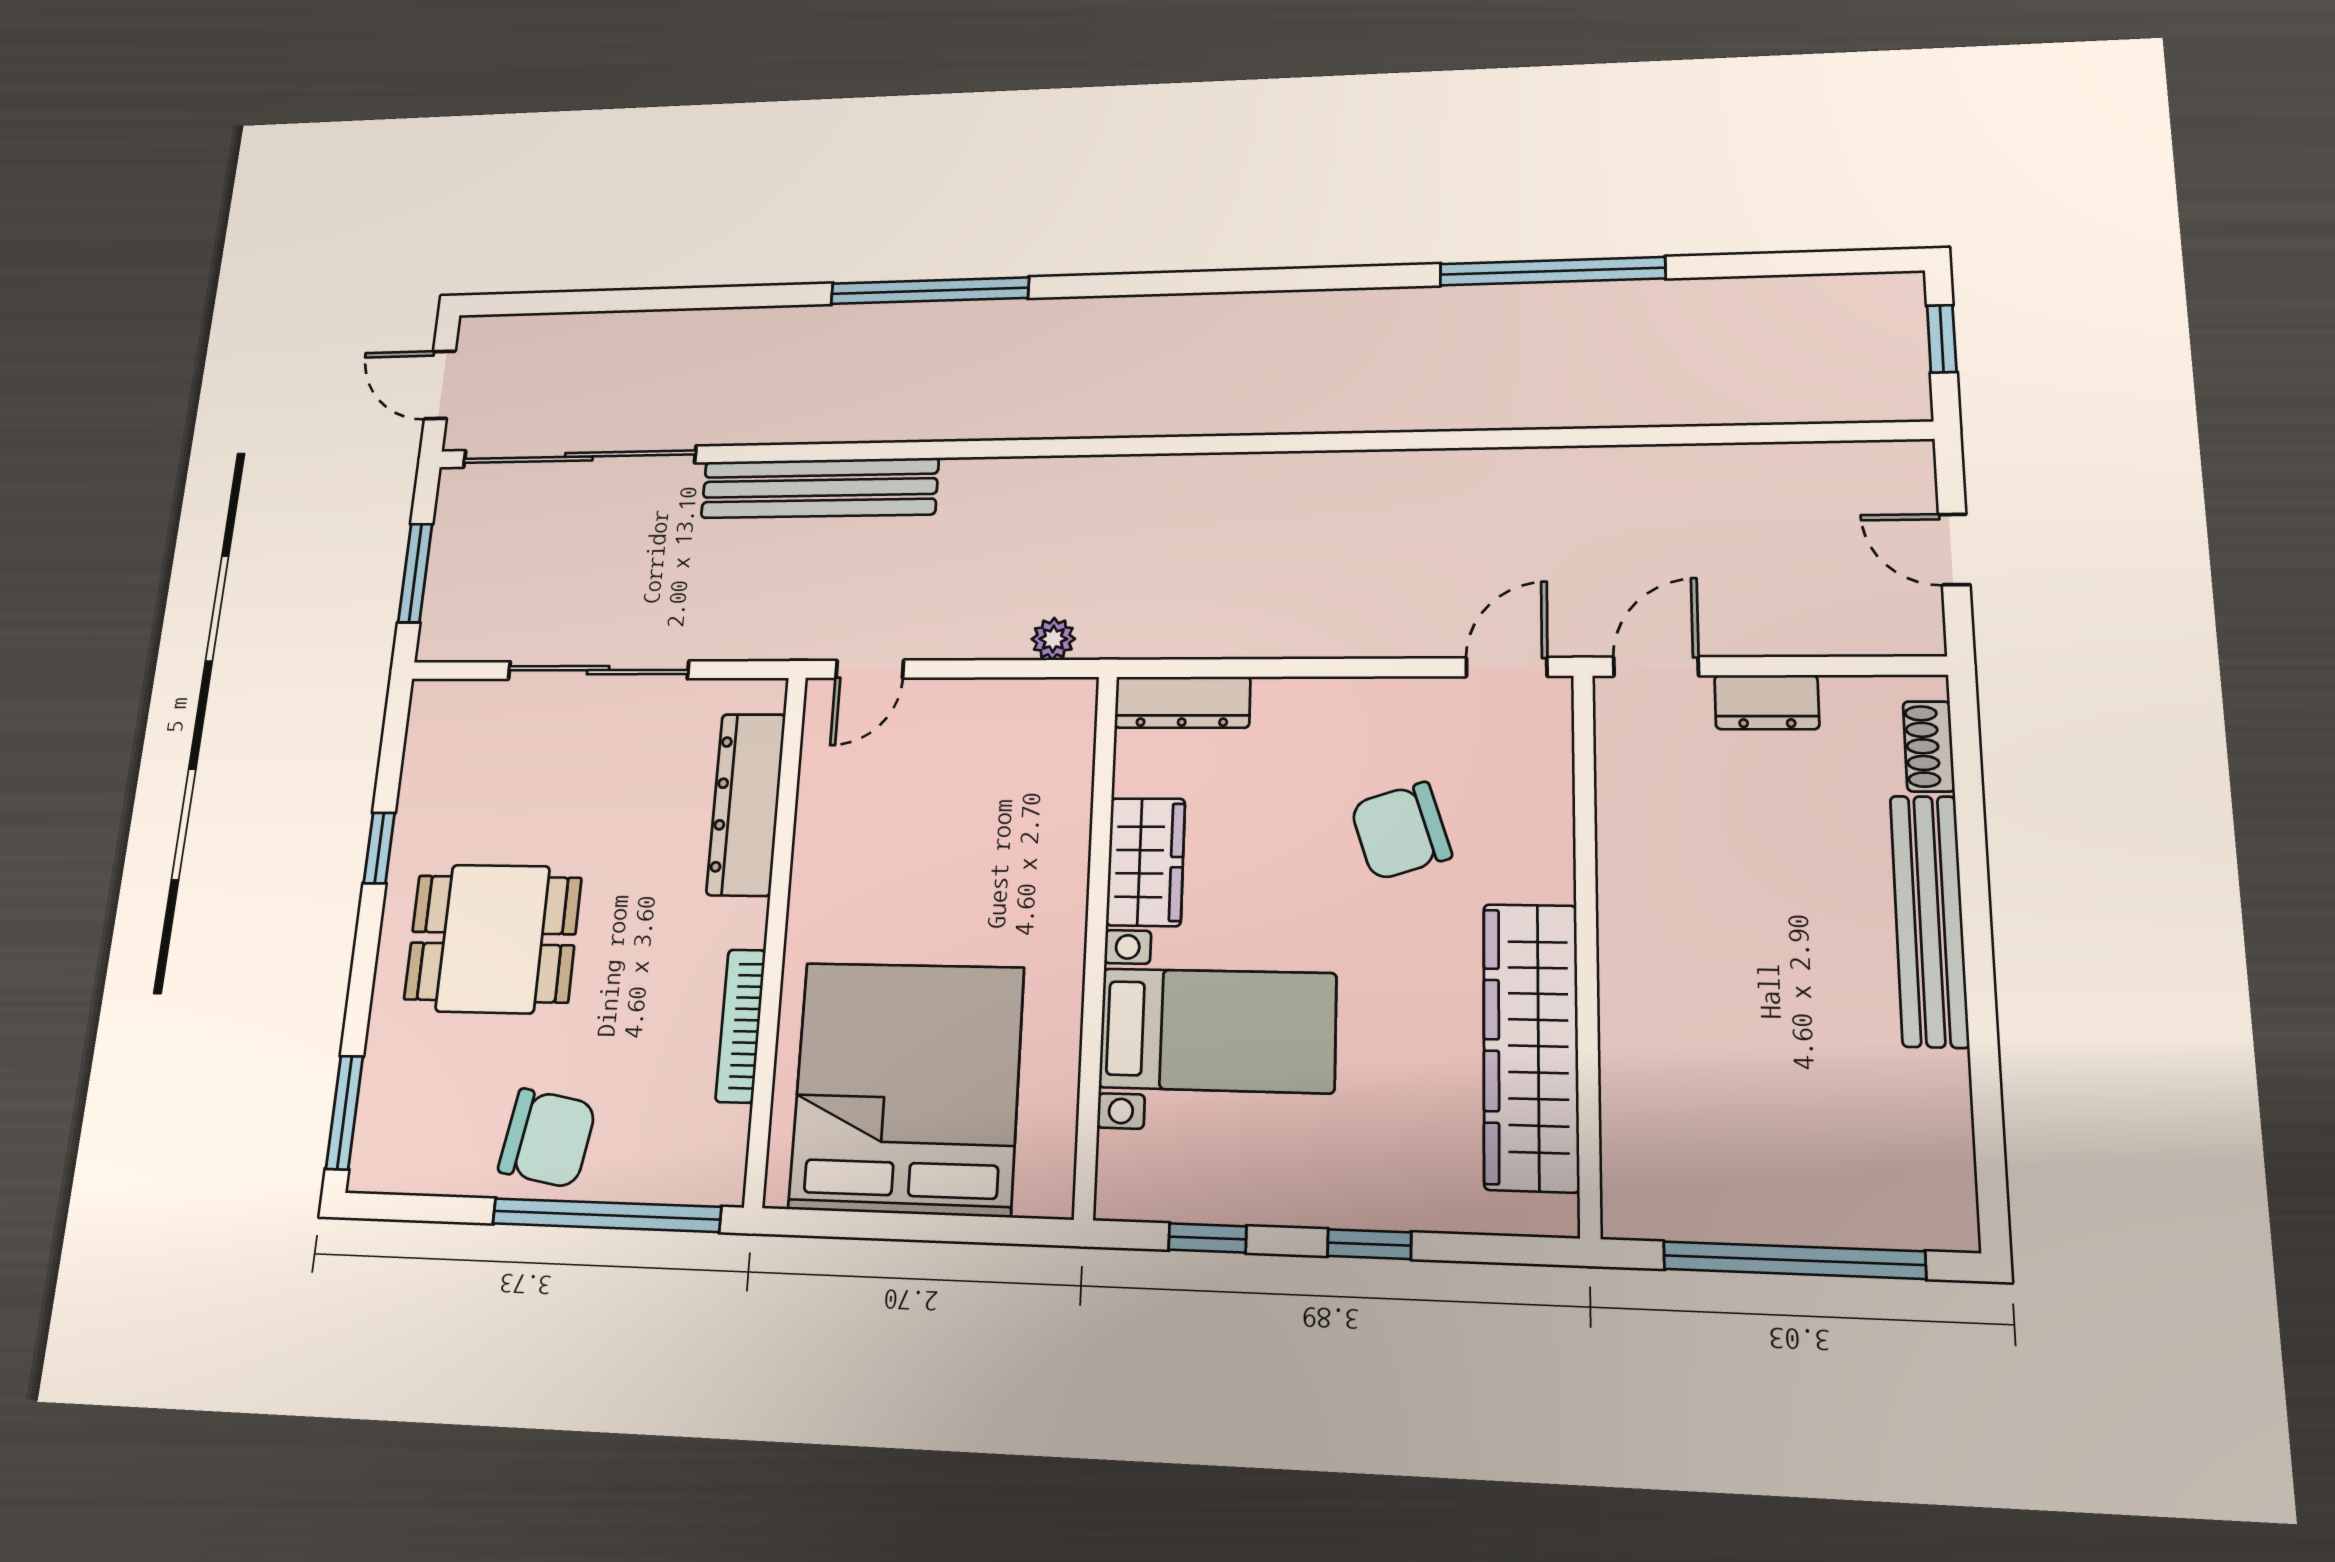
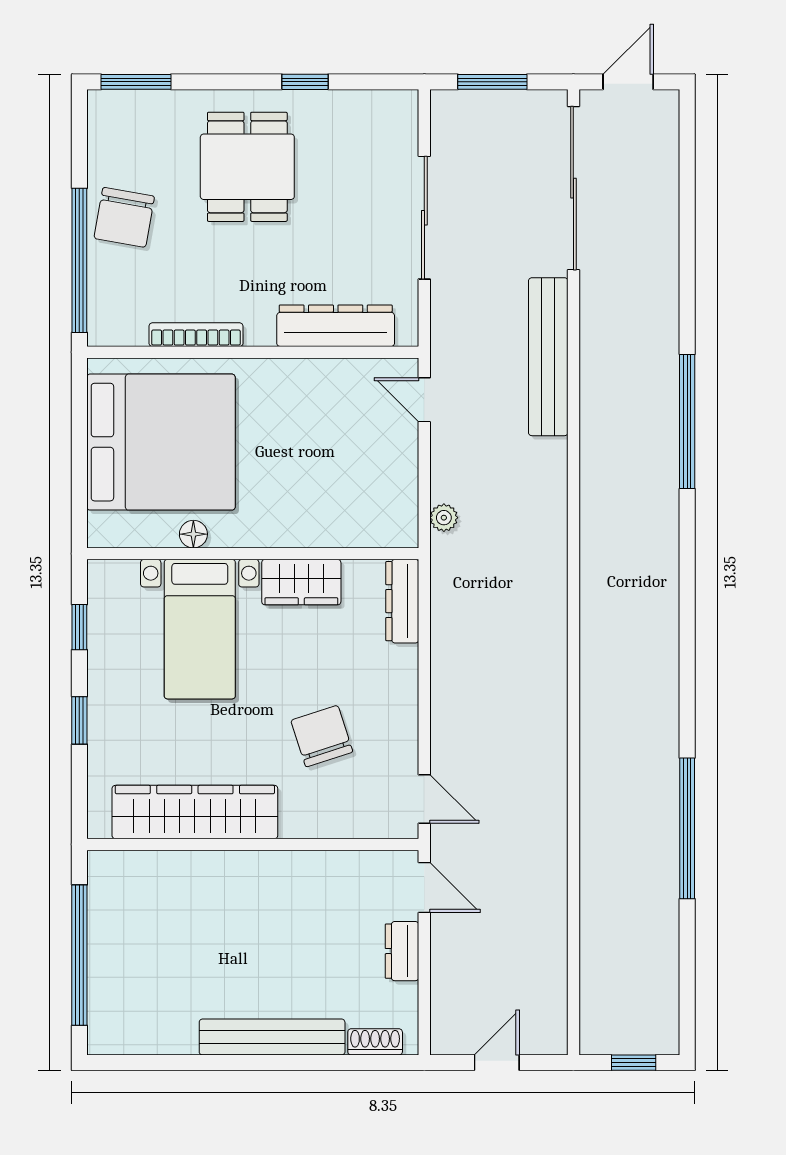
floor lamp: (1060, 1037) -> (193, 534), added

